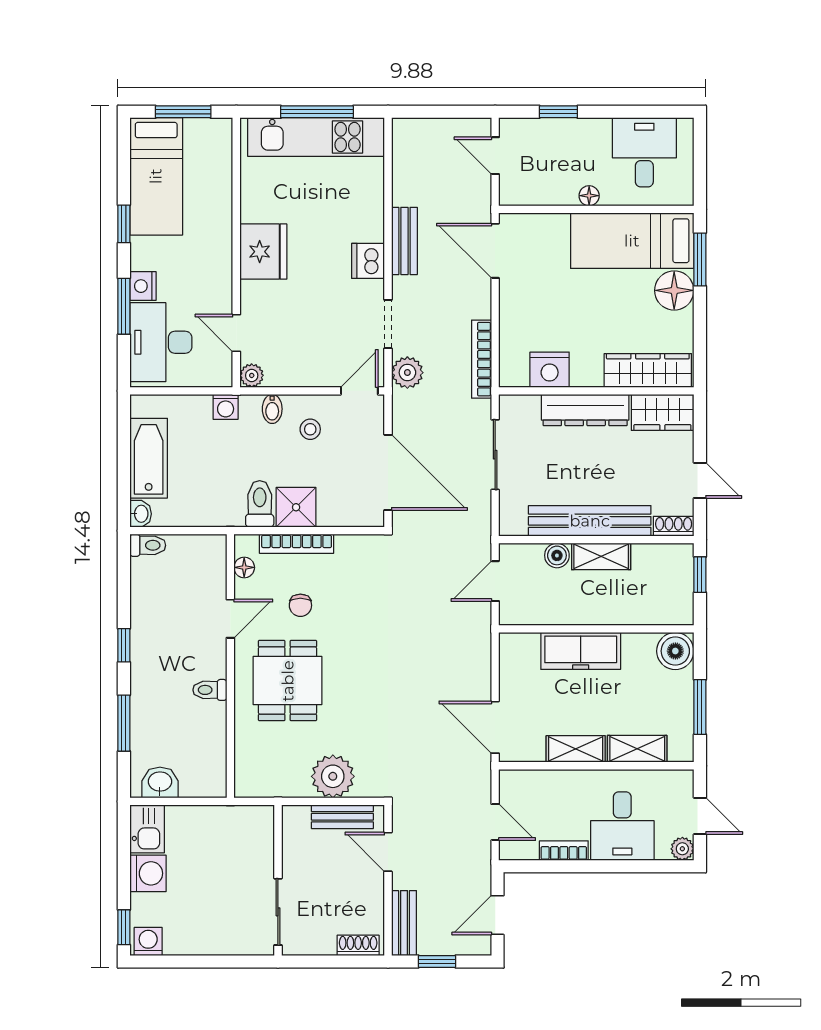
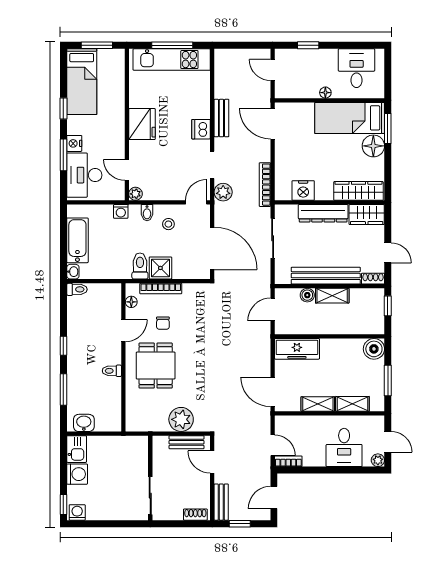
freezer: (581, 651) -> (297, 349), moved
bookcase: (564, 851) -> (288, 461), moved

